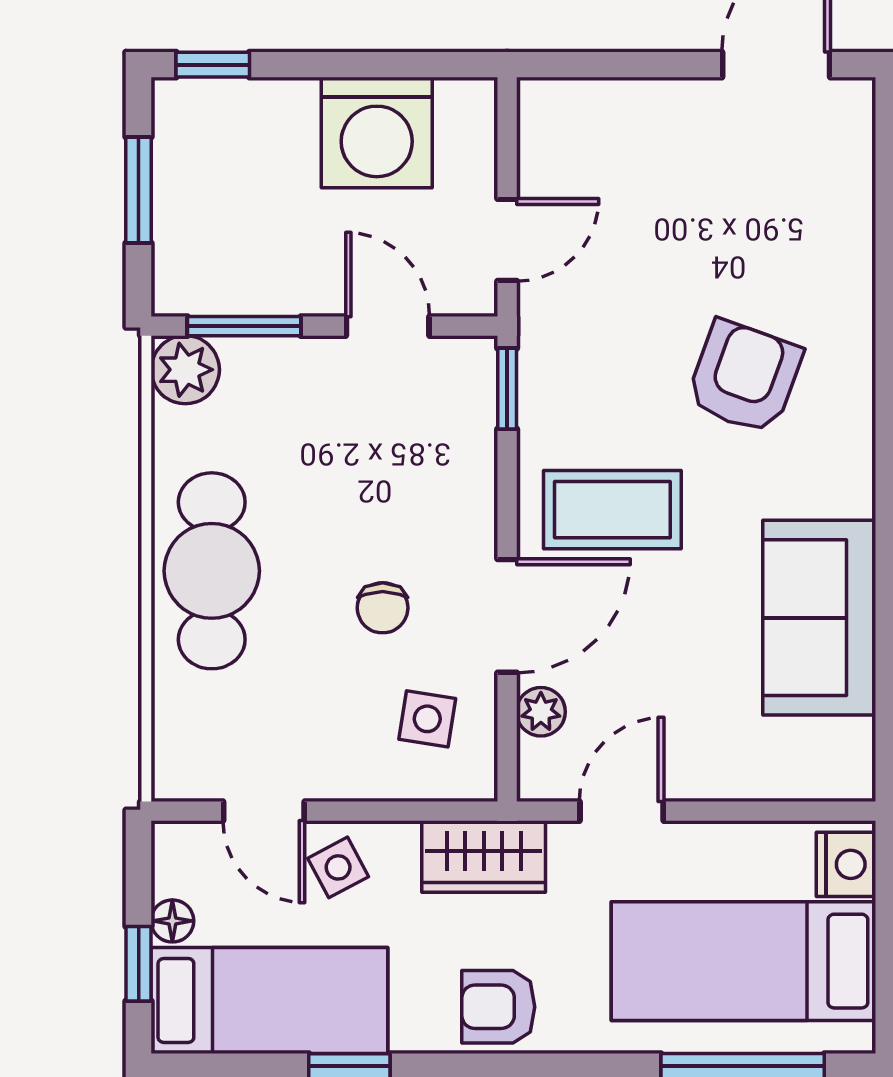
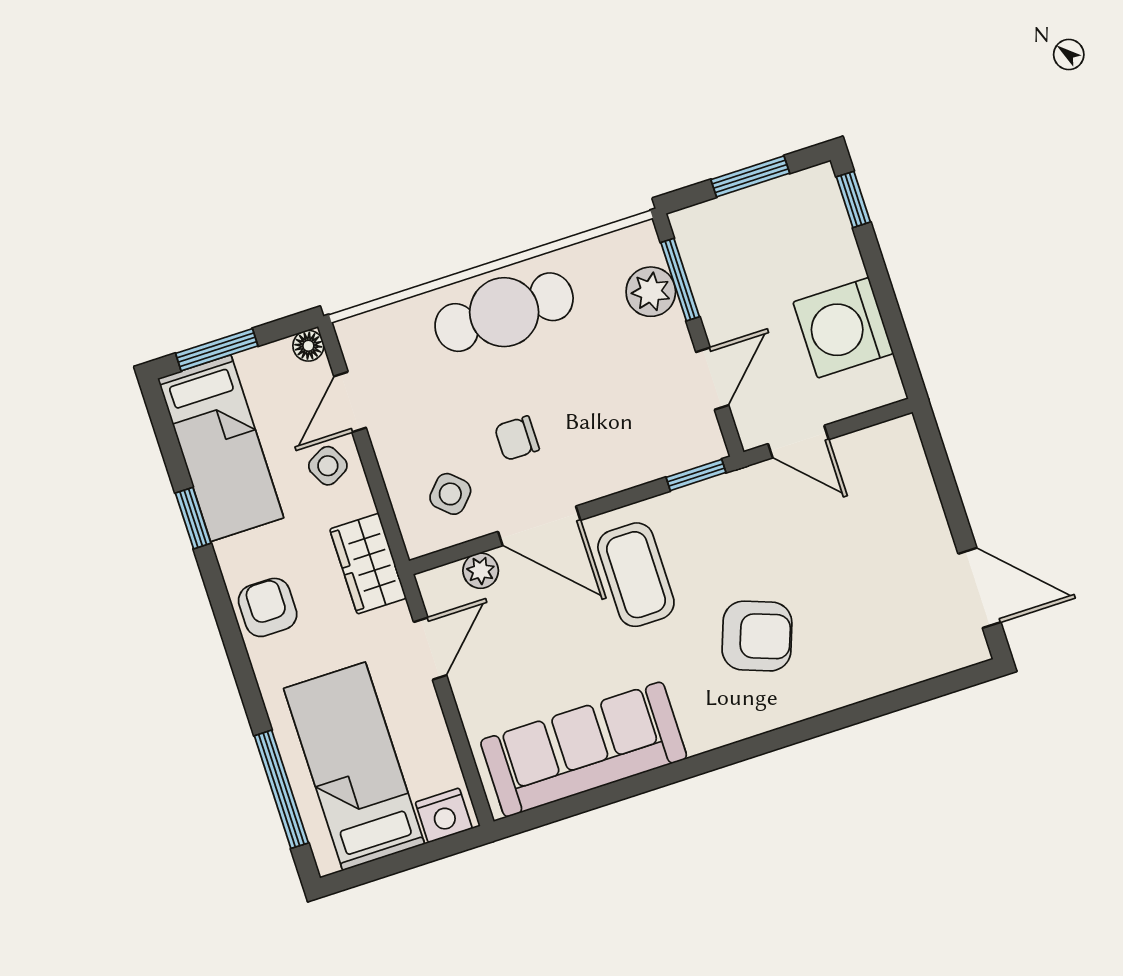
plant: (185, 370) -> (651, 292), moved
sofa: (819, 618) -> (584, 749), width x1.36
side table: (427, 719) -> (450, 494), turned 34
door: (622, 811) -> (430, 649), hinge flipped
floor lamp: (172, 921) -> (308, 346), moved
window: (139, 964) -> (217, 350), width x1.50

